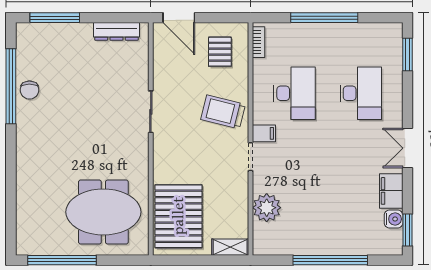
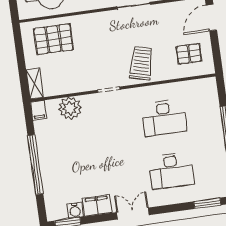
bookcase: (259, 42) -> (201, 84), removed
filing cabinet: (264, 133) -> (39, 110), moved
pallet: (179, 216) -> (54, 39), width x0.73, depth x0.71

